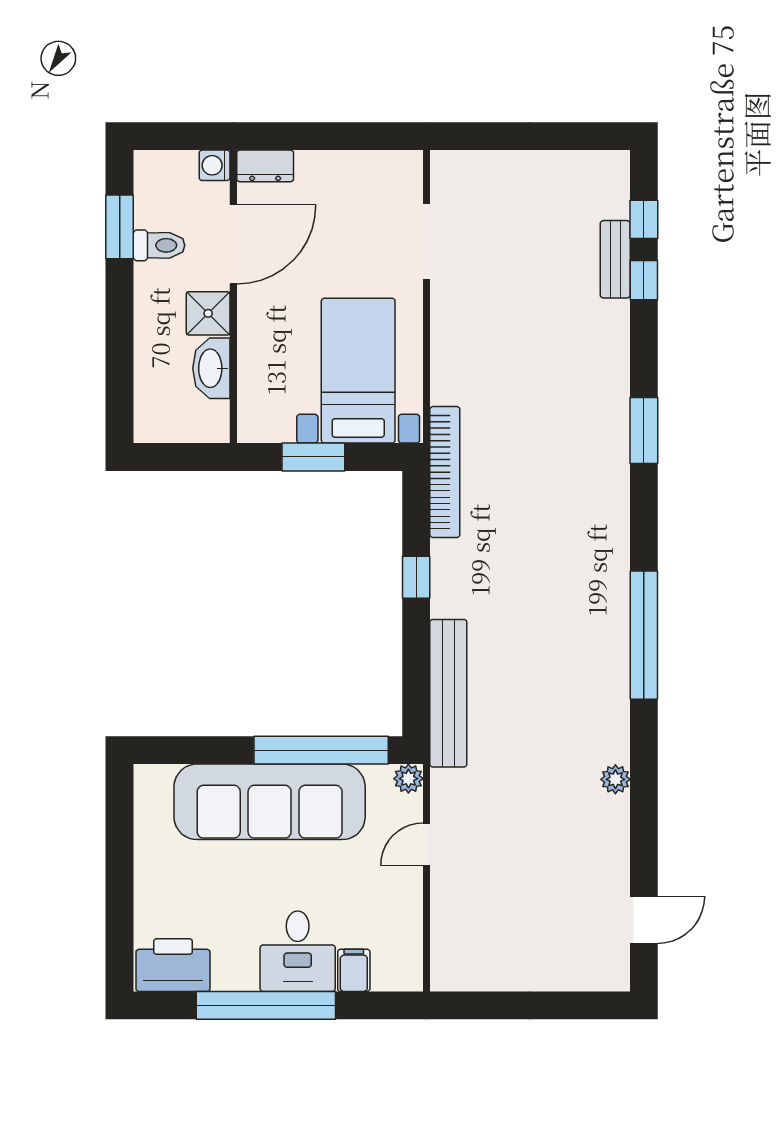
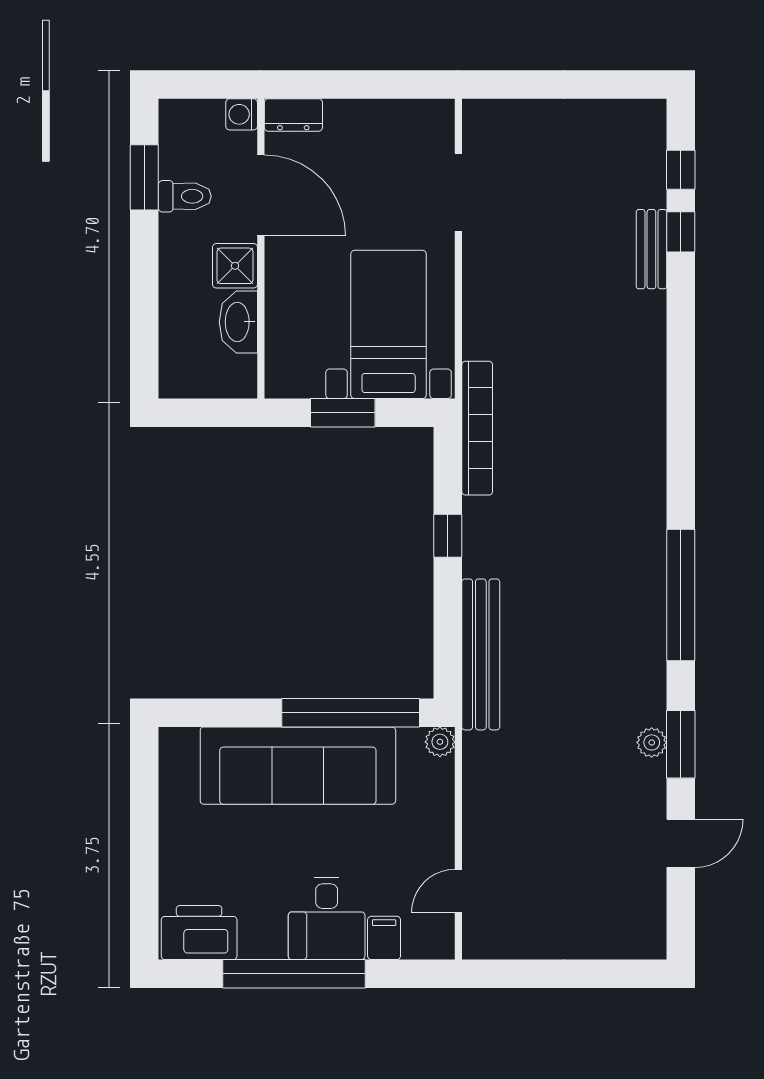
door: (233, 244) -> (261, 195), hinge flipped
bench: (615, 259) -> (651, 249), moved
window: (644, 431) -> (681, 744), moved
door: (427, 844) -> (458, 891), moved
door: (644, 920) -> (681, 843), moved

